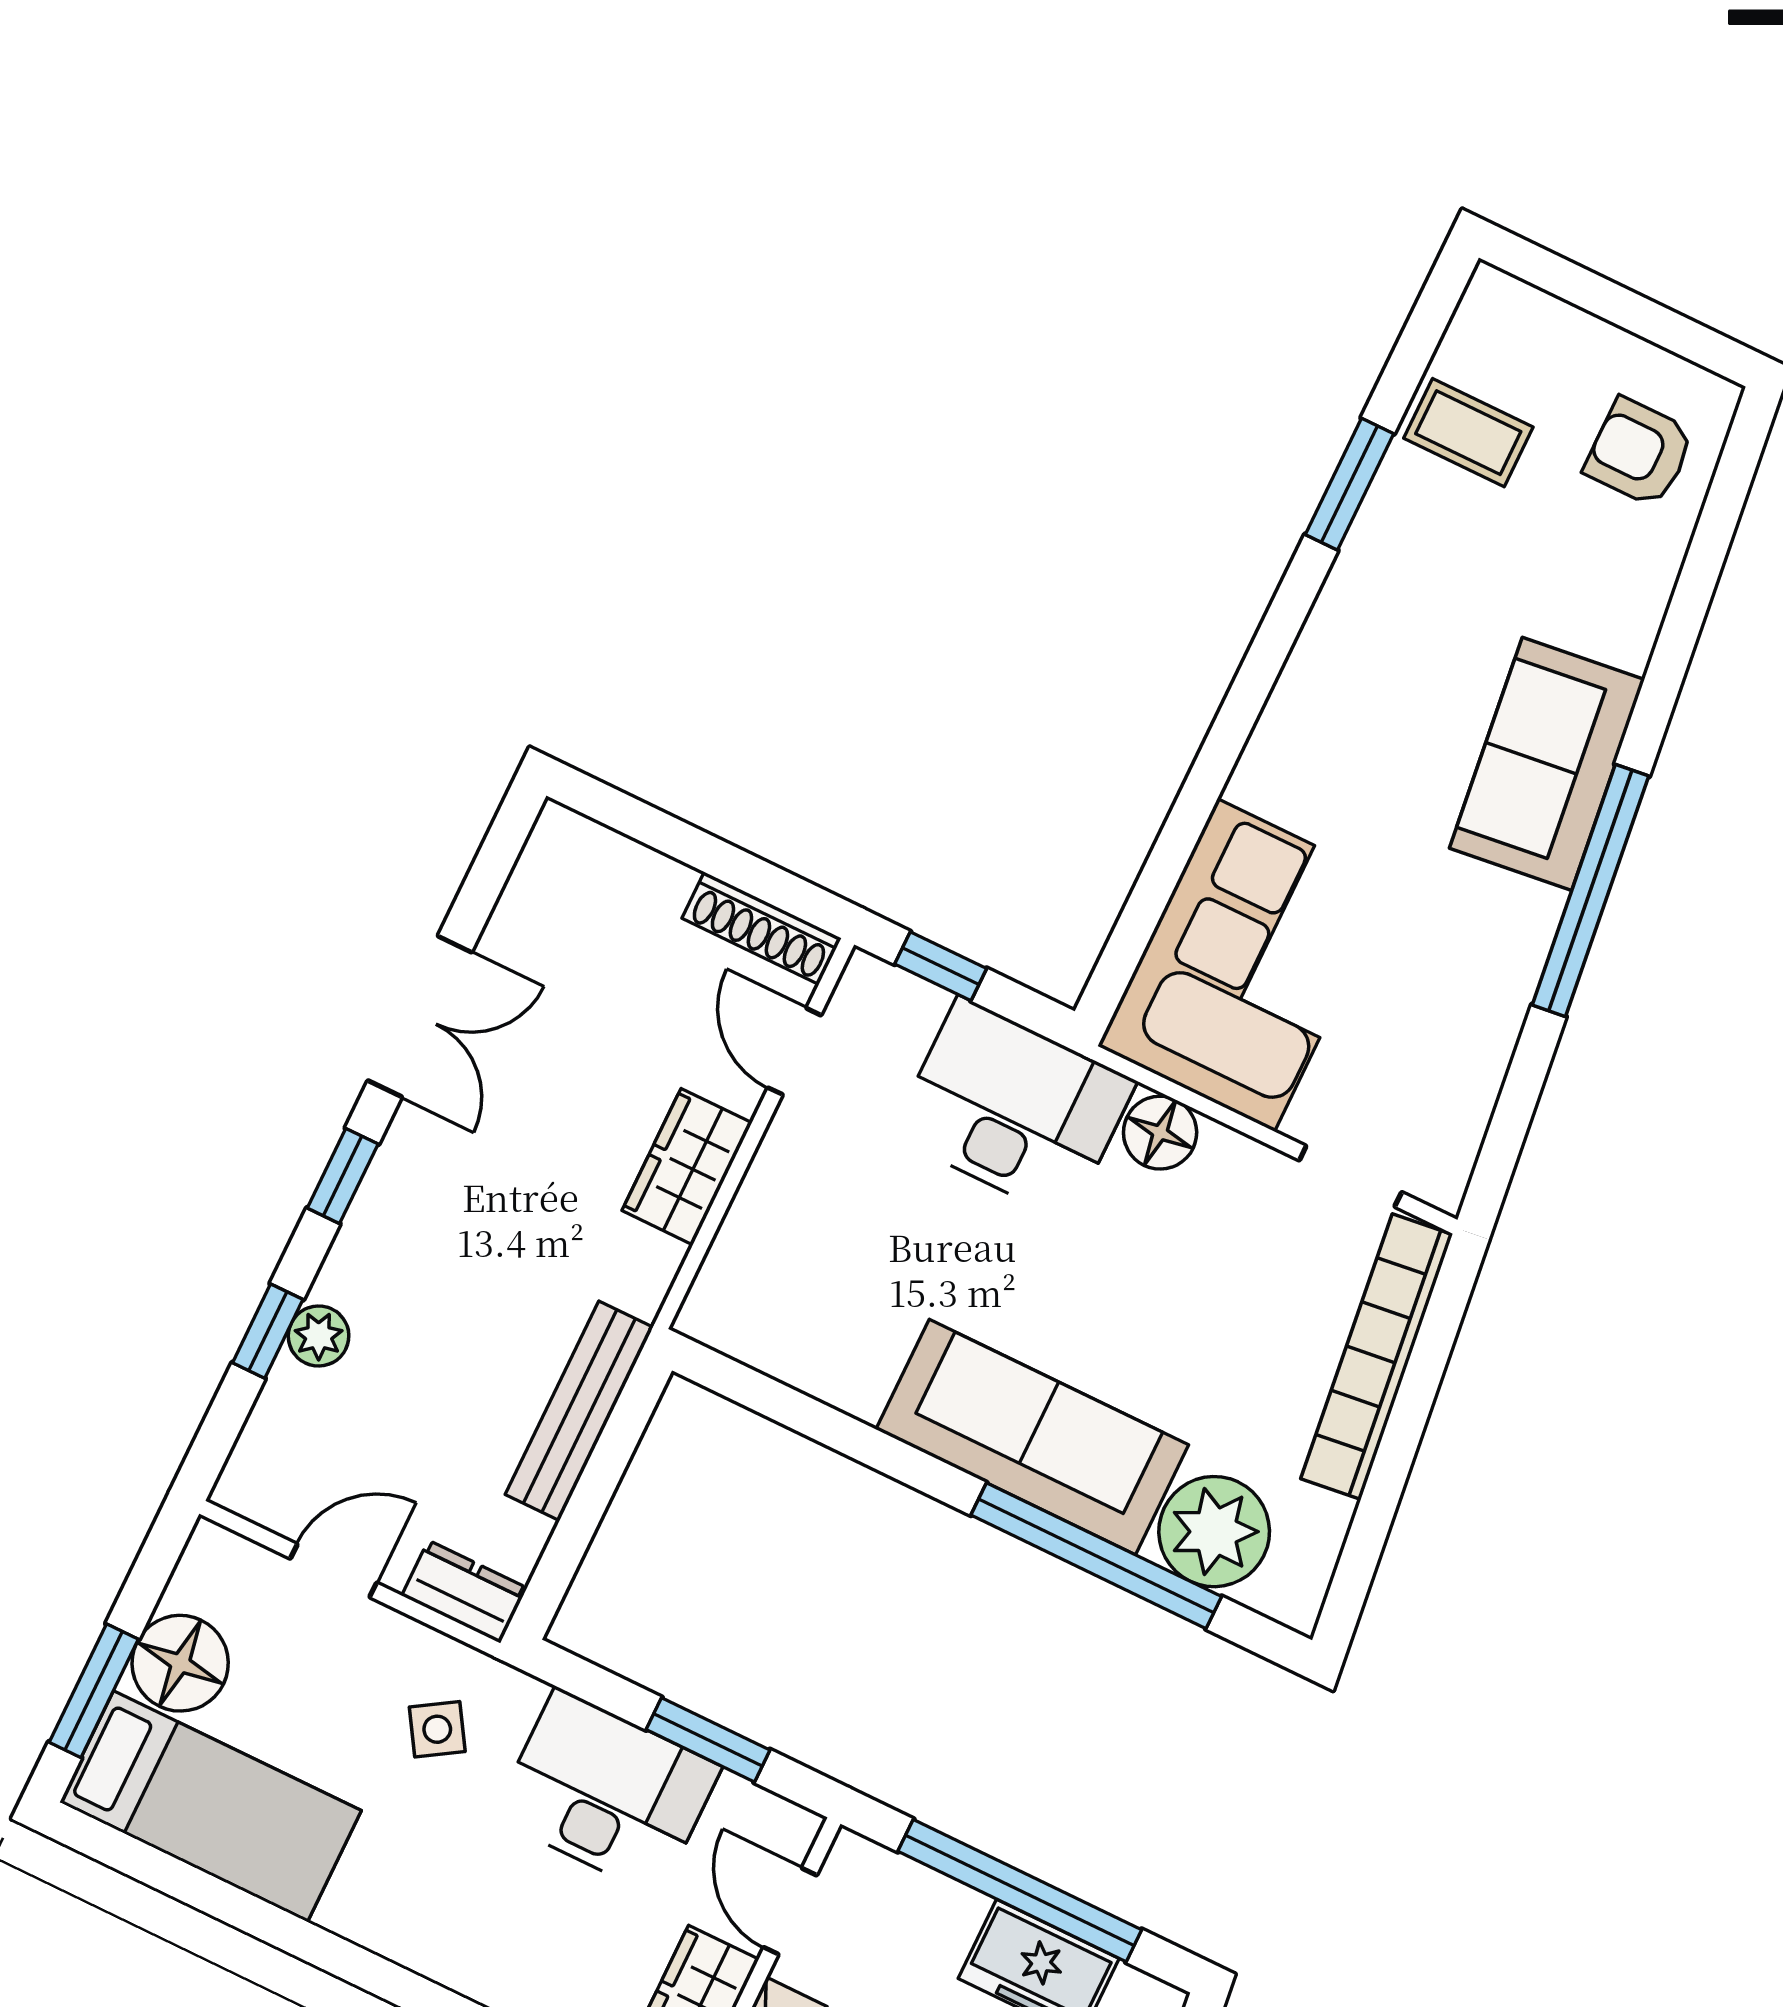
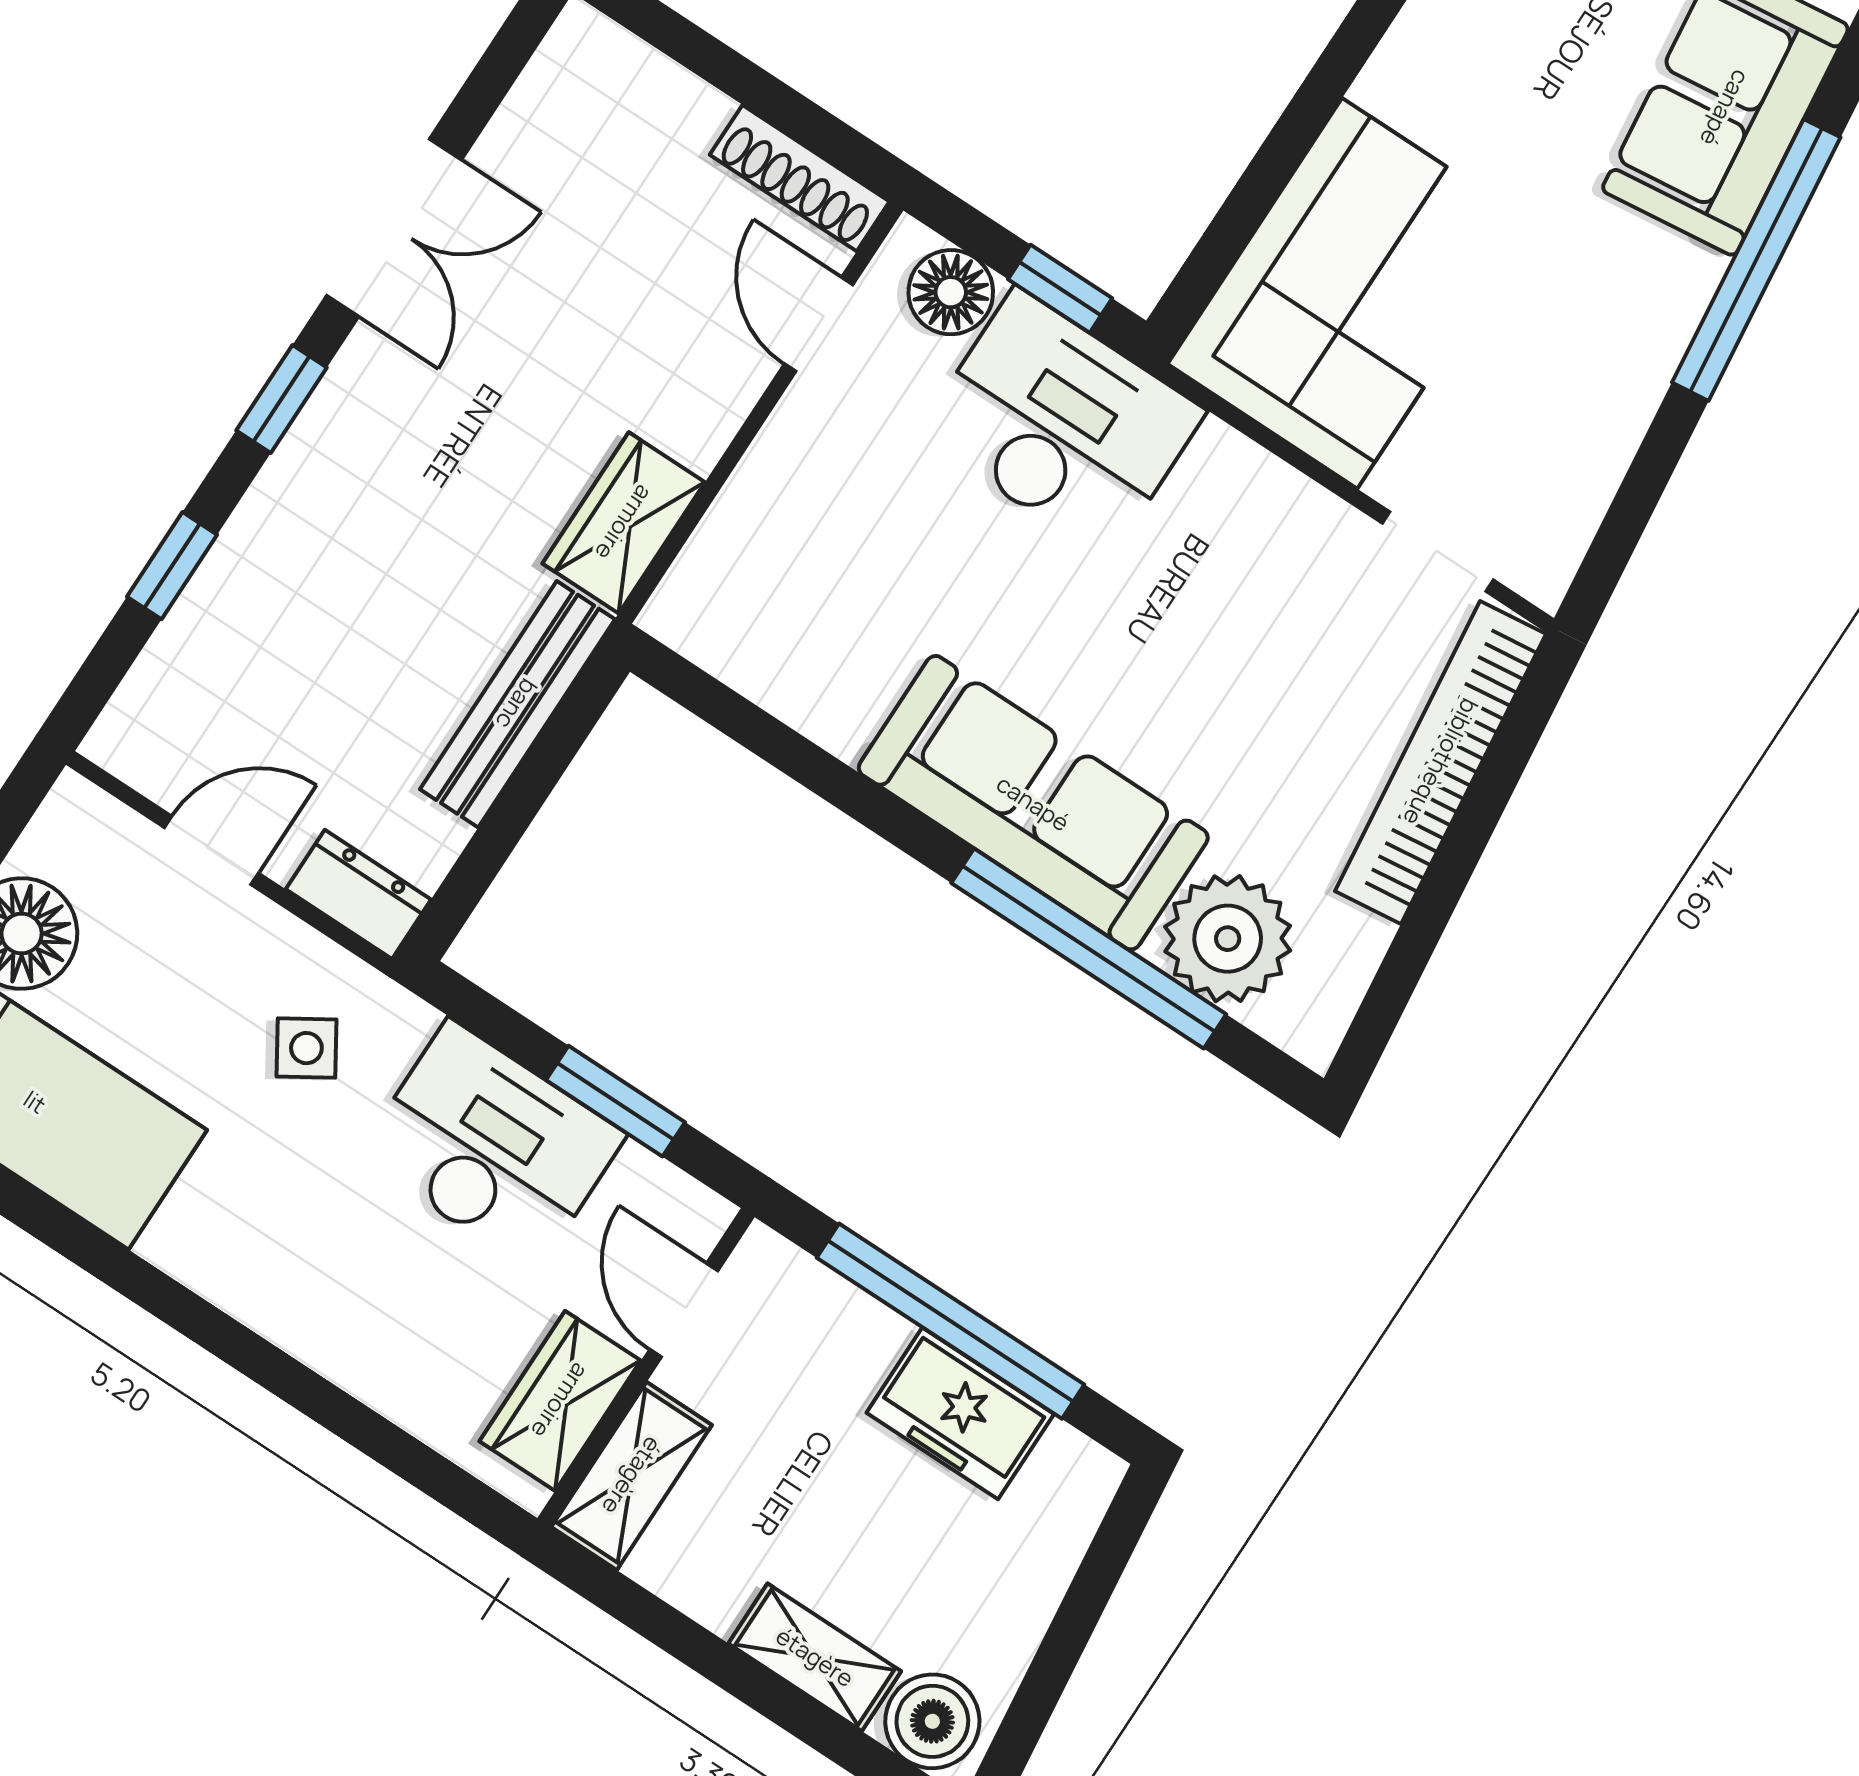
window: (941, 966) -> (1060, 289), moved
floor lamp: (1160, 1133) -> (951, 292), moved
wardrobe: (687, 1167) -> (624, 523), moved
plant: (319, 1336) -> (230, 579), removed

